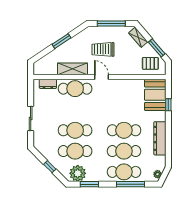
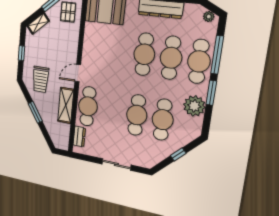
window: (111, 24) -> (22, 53), width x0.46
trolley: (103, 49) -> (41, 79), moved
plant: (78, 173) -> (194, 106), moved
window: (89, 184) -> (211, 93), moved

